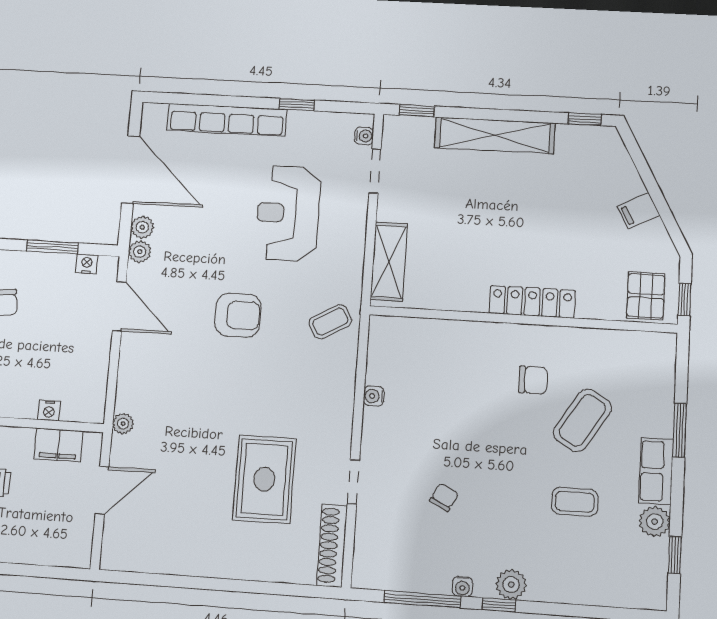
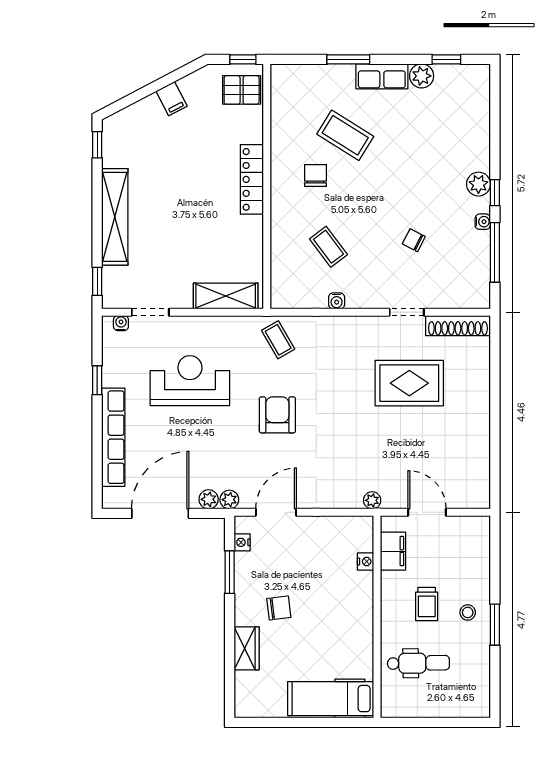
reception desk: (288, 213) -> (190, 381), turned 180
coffee table: (575, 502) -> (328, 247), moved, turned -37

